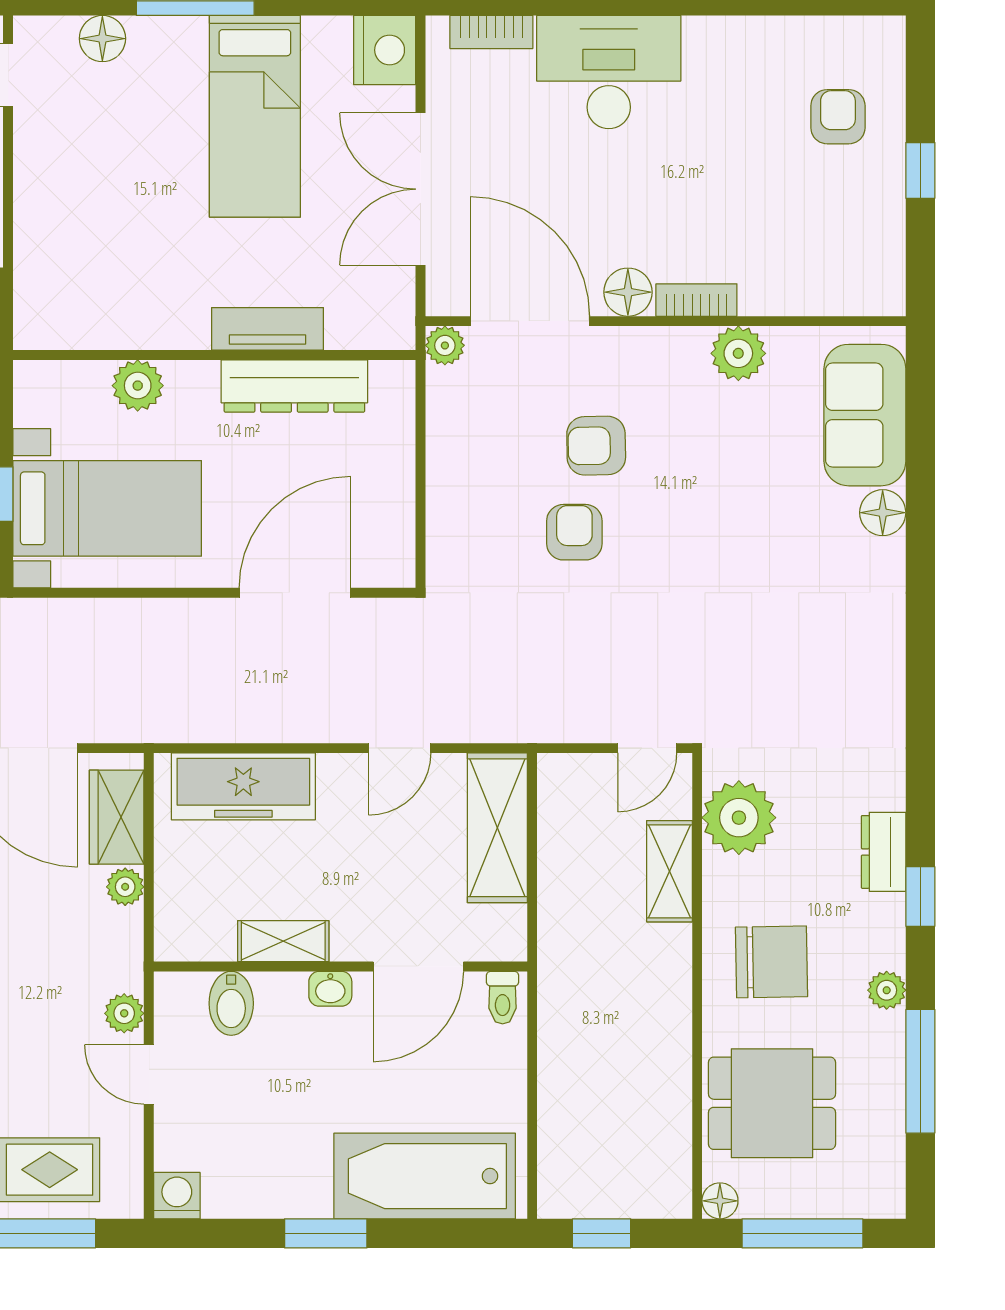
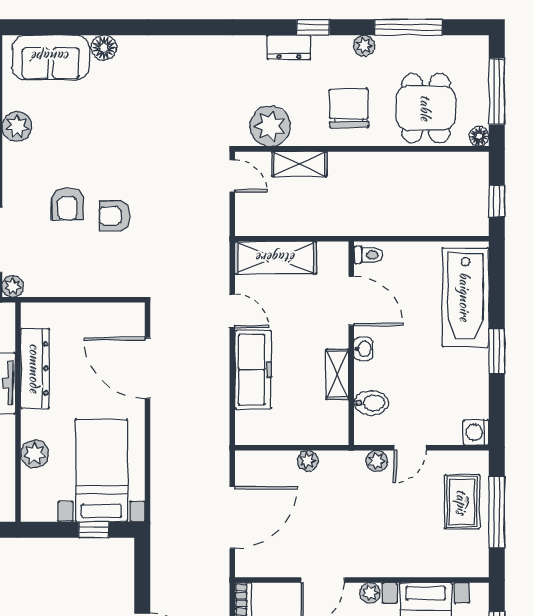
freezer: (243, 786) -> (253, 370), moved
wardrobe: (117, 817) -> (270, 465), removed

